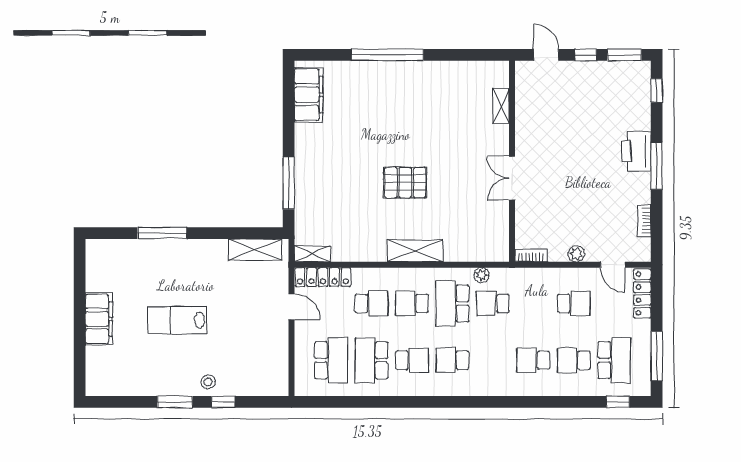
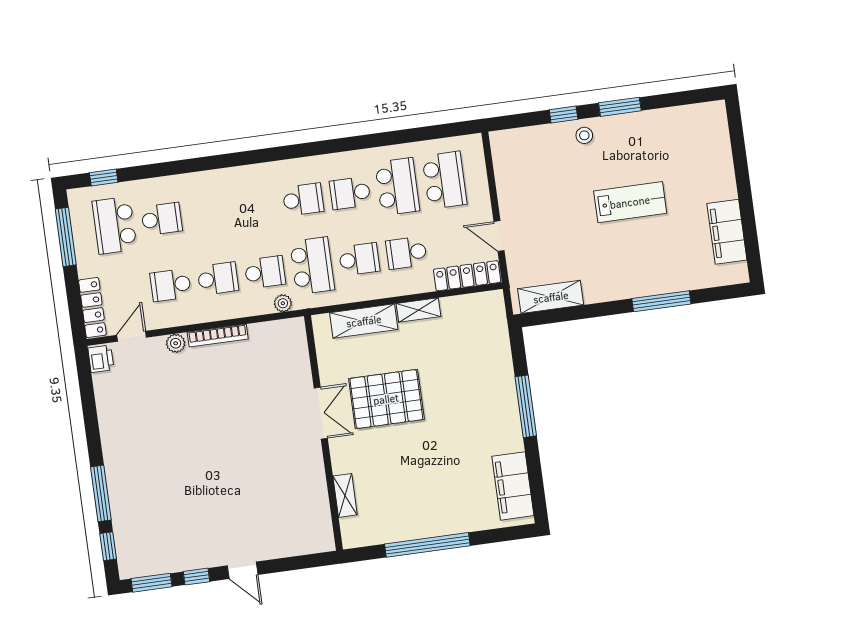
shelving: (501, 106) -> (345, 495), moved
printer: (636, 151) -> (101, 359), moved, width x0.53, depth x0.68
wall: (512, 161) -> (324, 433), moved
window: (657, 166) -> (101, 493), moved
double door: (512, 178) -> (321, 413), moved
pallet: (405, 182) -> (386, 399), width x1.37, depth x1.41
window: (289, 183) -> (526, 406), moved
bookcase: (644, 221) -> (102, 392), removed
shelving: (312, 254) -> (418, 310), moved
bookcase: (531, 255) -> (218, 336), width x1.56
door: (613, 265) -> (132, 336), hinge flipped
filing cabinet: (99, 319) -> (727, 232), moved
school desk: (331, 360) -> (444, 180), turned 180
school desk: (533, 360) -> (218, 279), moved

